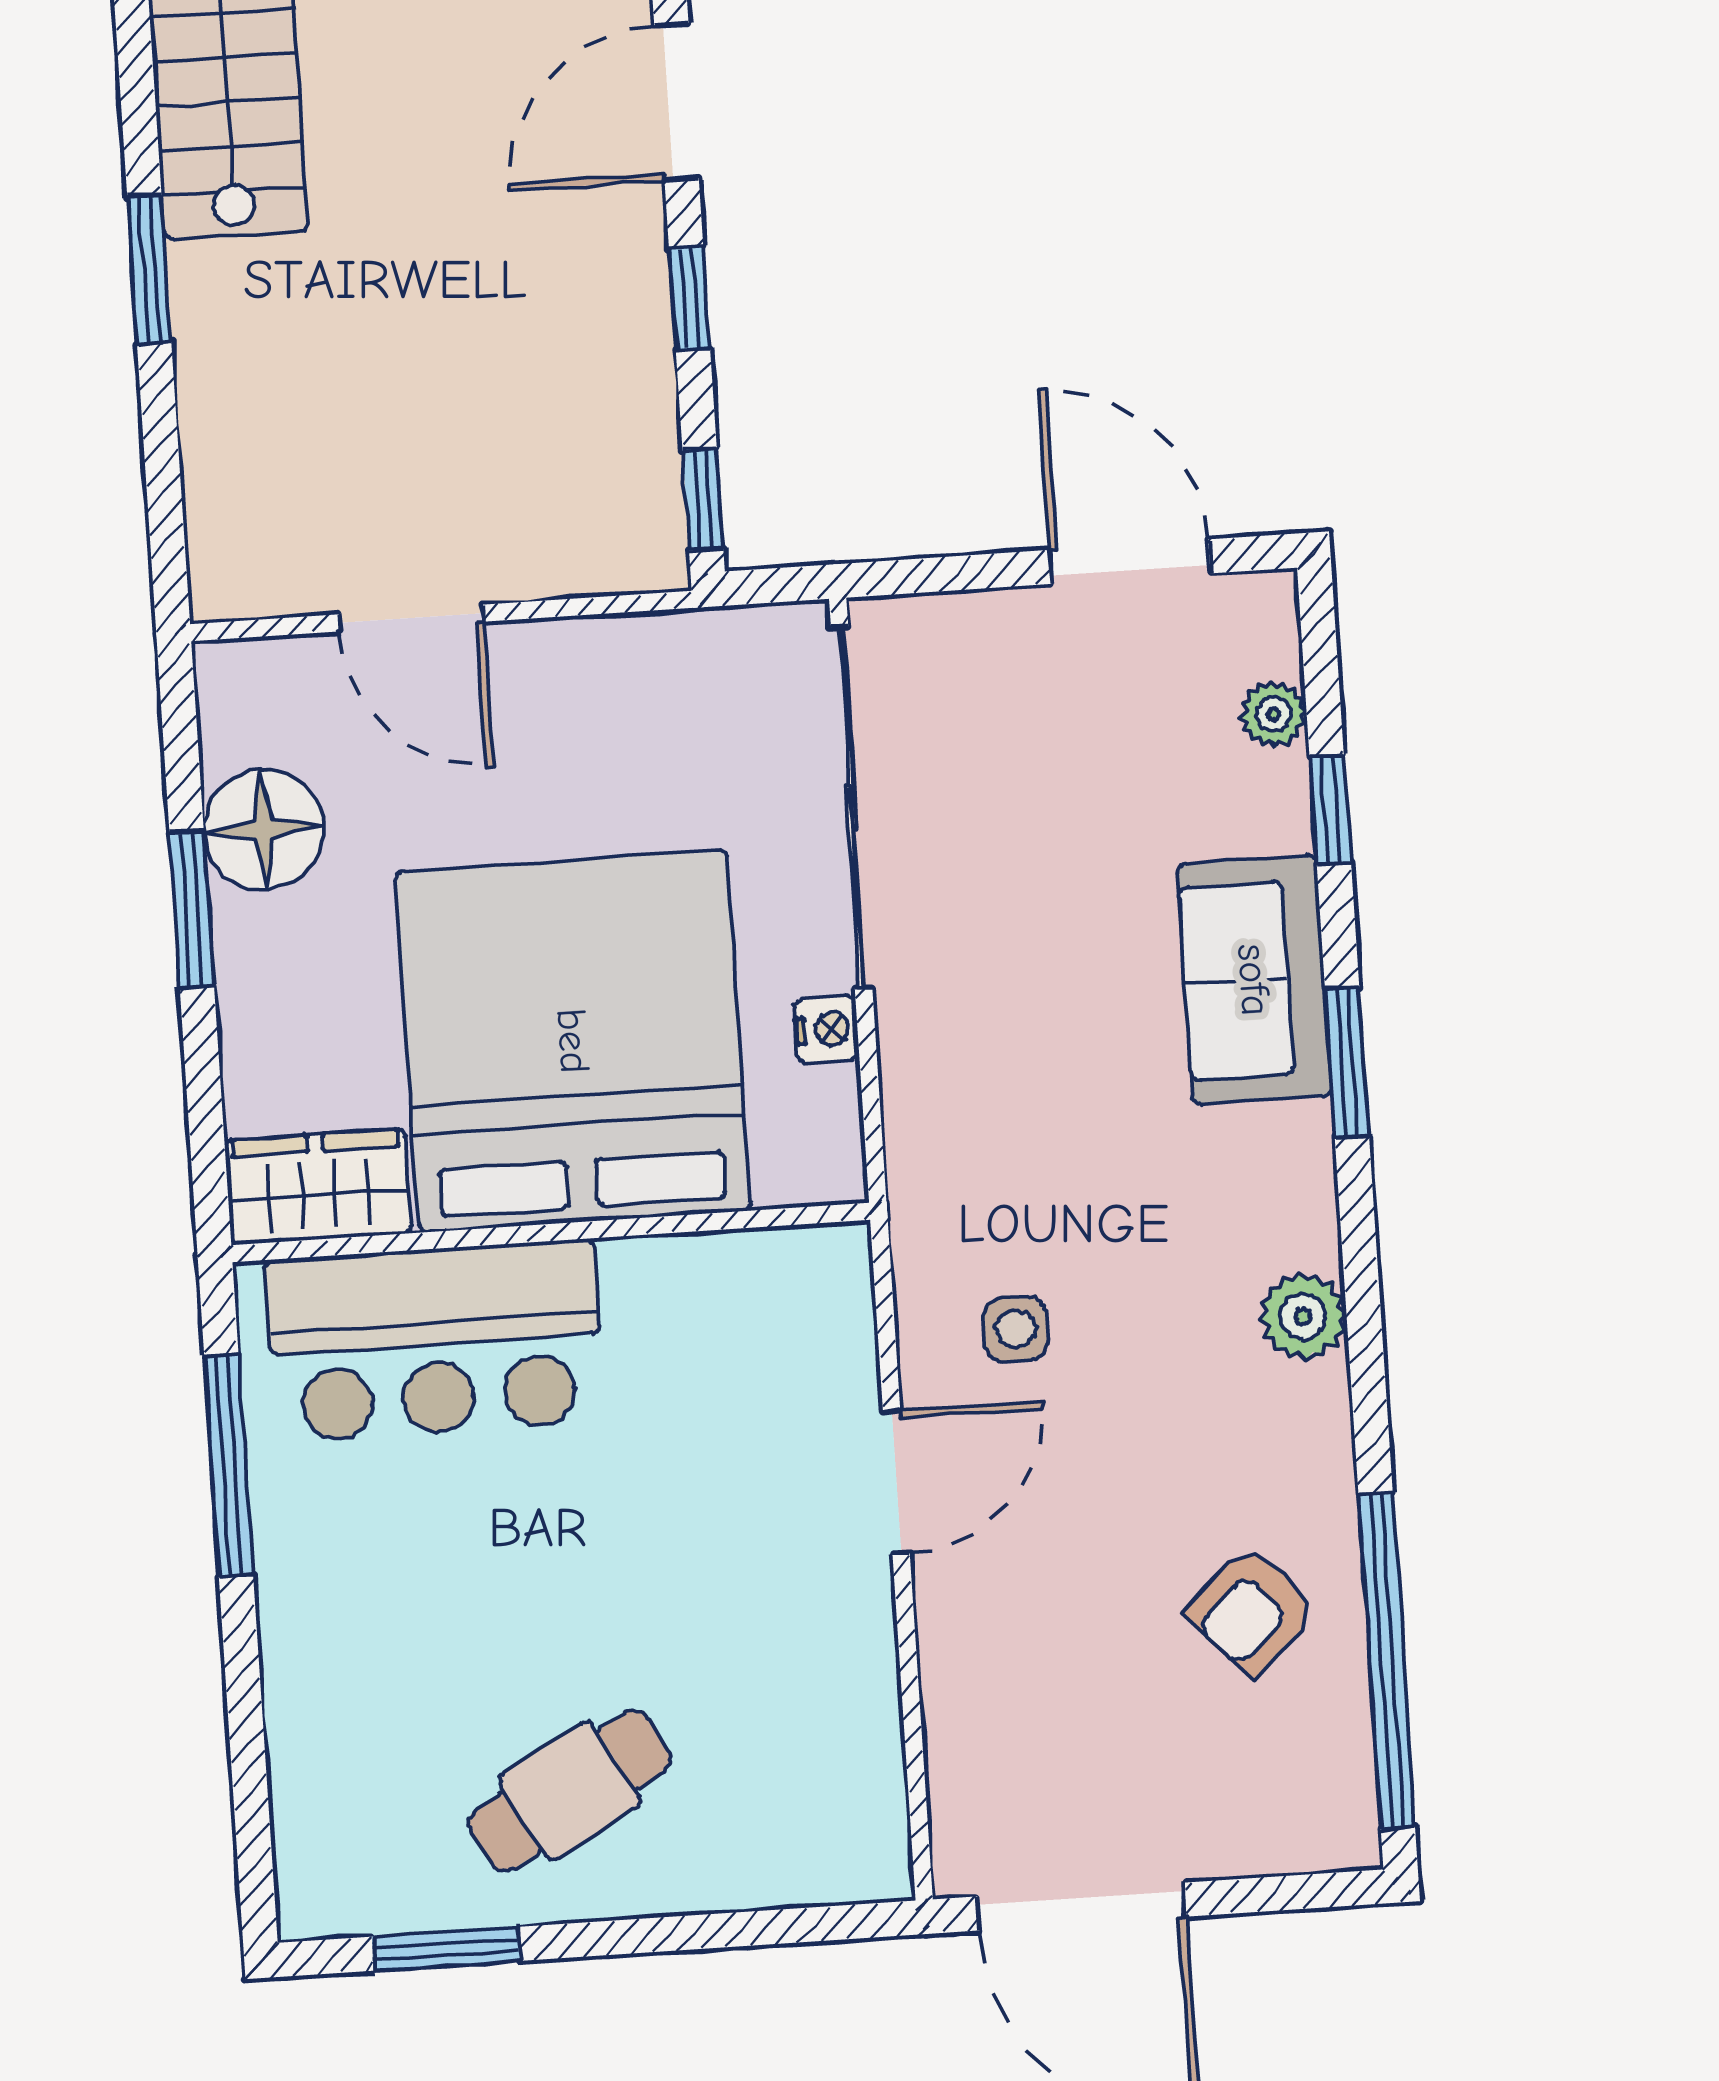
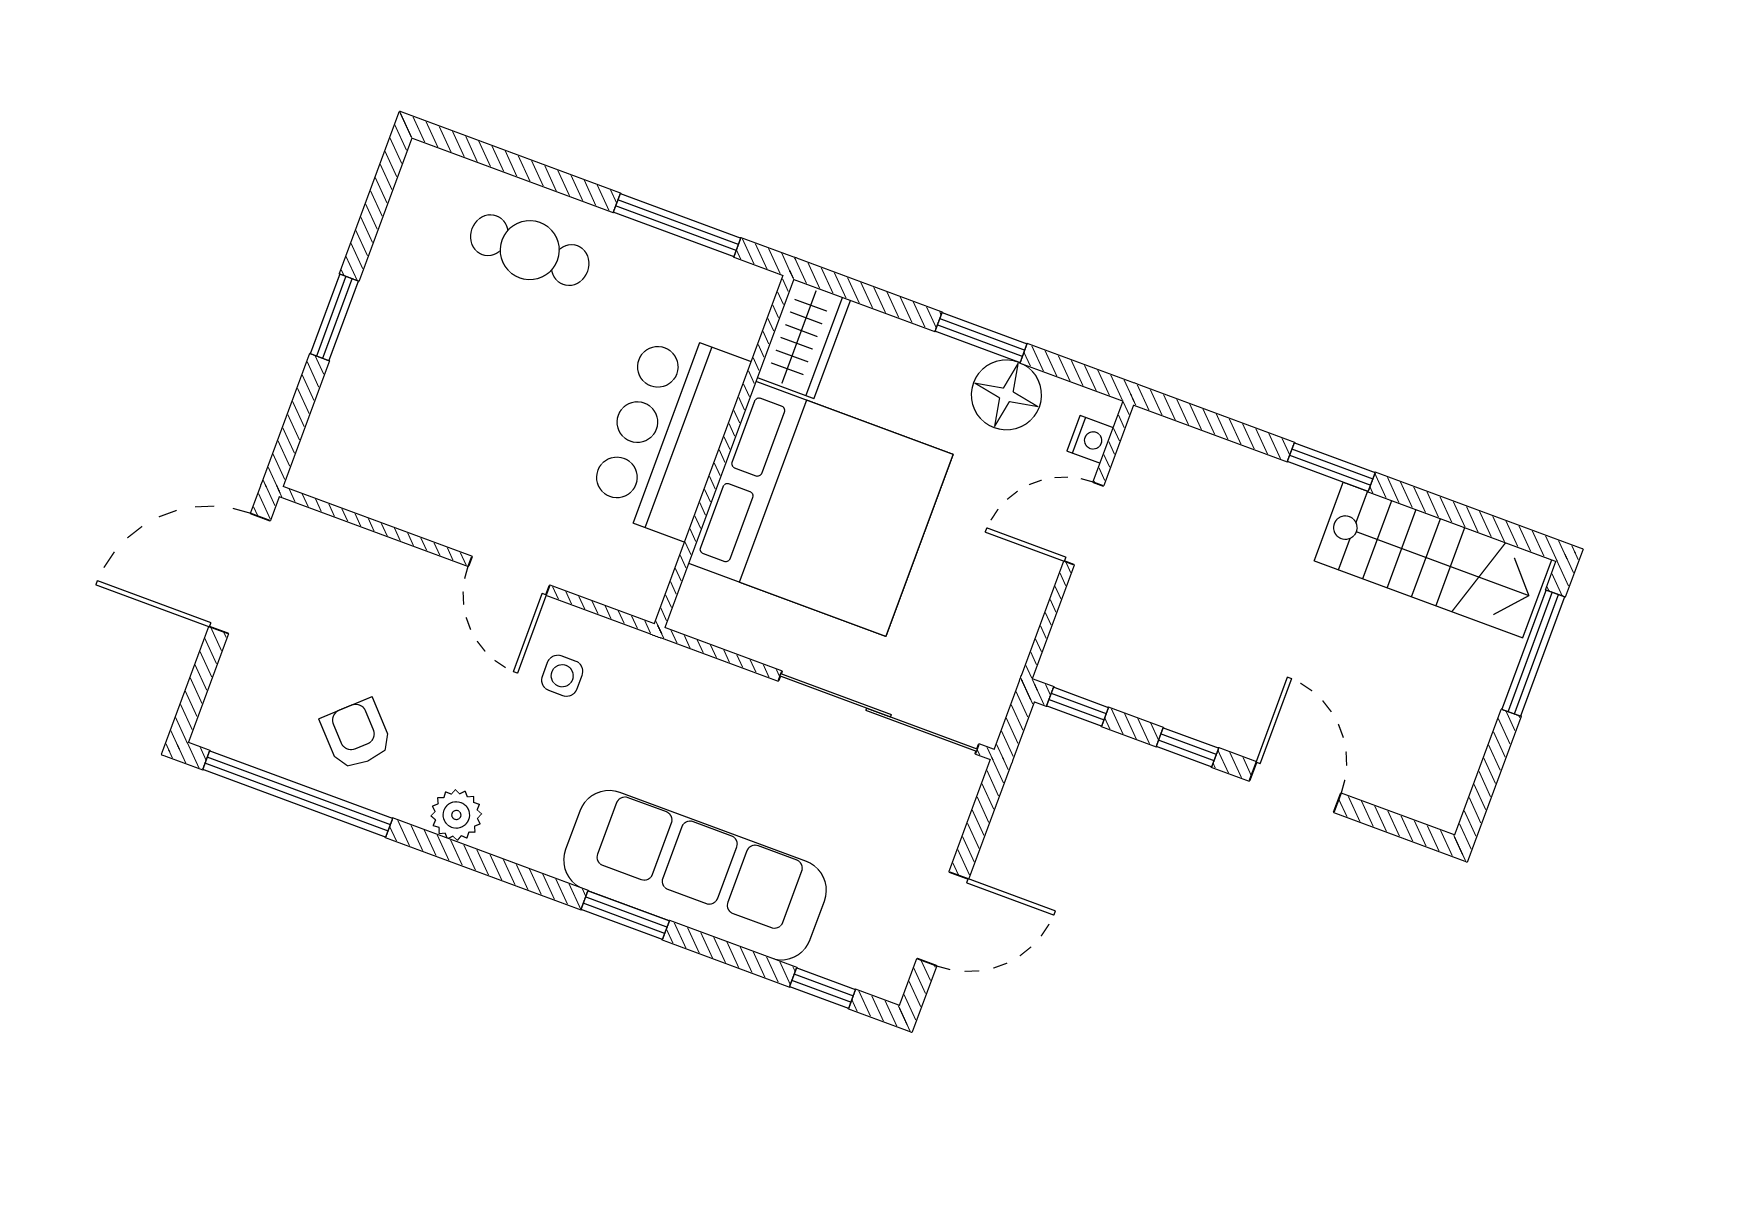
plant: (1274, 714) -> (828, 959), removed
window: (1330, 810) -> (823, 988), moved
sofa: (1254, 980) -> (695, 875), width x1.85, depth x1.27
nightstand: (827, 1029) -> (1090, 439), moved, turned -90
plant: (1303, 1316) -> (456, 815), moved
bar counter: (435, 1341) -> (668, 434), moved
cafe table: (569, 1791) -> (530, 250), moved, turned -61
window: (446, 1949) -> (334, 317), moved

